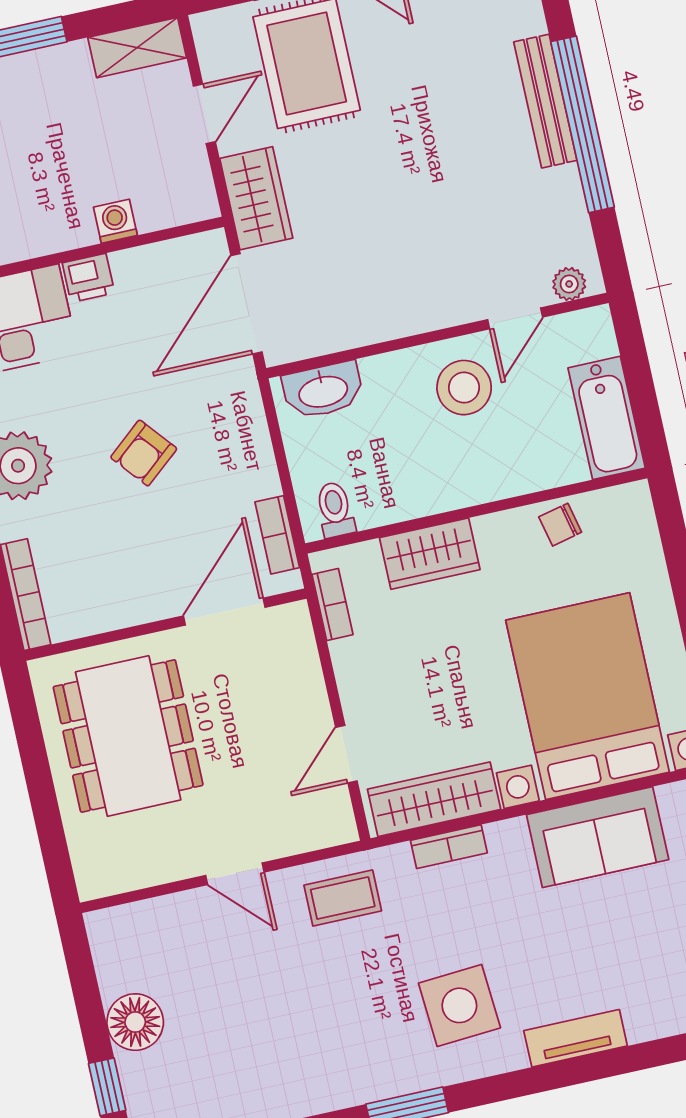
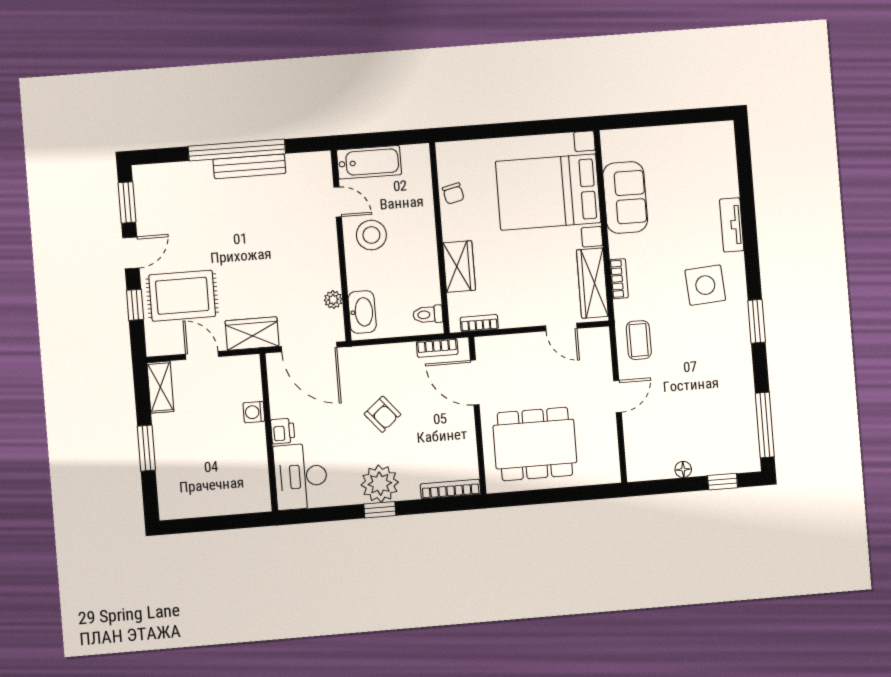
bench: (545, 101) -> (249, 166), moved
plant: (569, 284) -> (333, 300), moved
bathtub: (607, 418) -> (369, 162), moved
floor lamp: (135, 1022) -> (683, 469), width x0.53, depth x0.53

